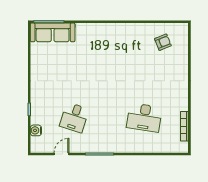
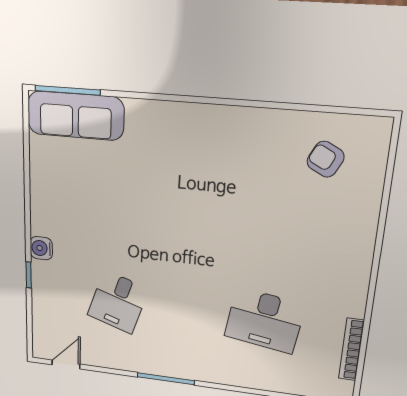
armchair: (163, 42) -> (326, 159), turned -131
water cooler: (36, 130) -> (41, 248), moved
door: (62, 154) -> (66, 364), moved

